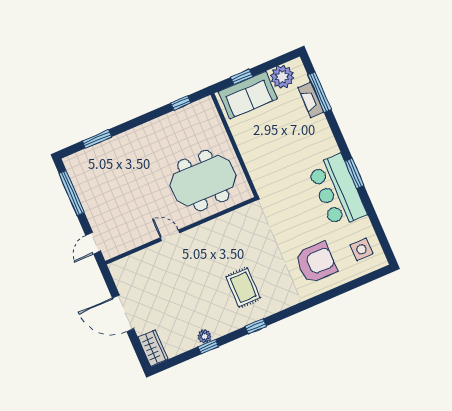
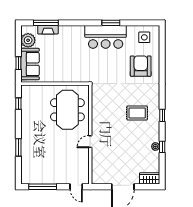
window: (97, 139) -> (18, 147), moved
window: (354, 173) -> (111, 23), moved

